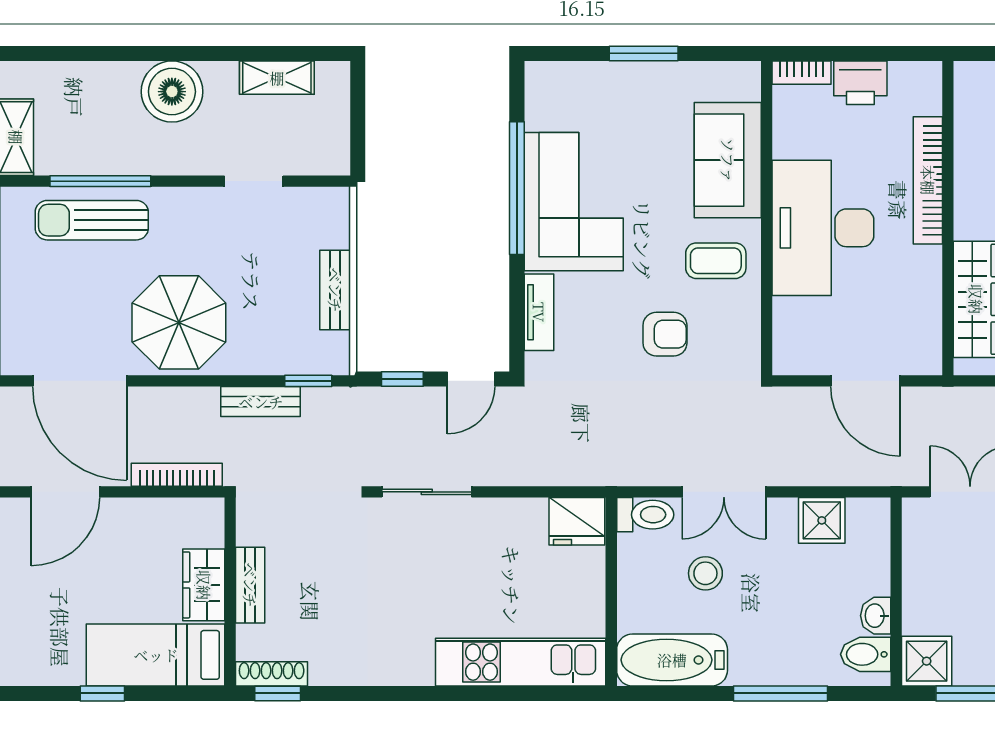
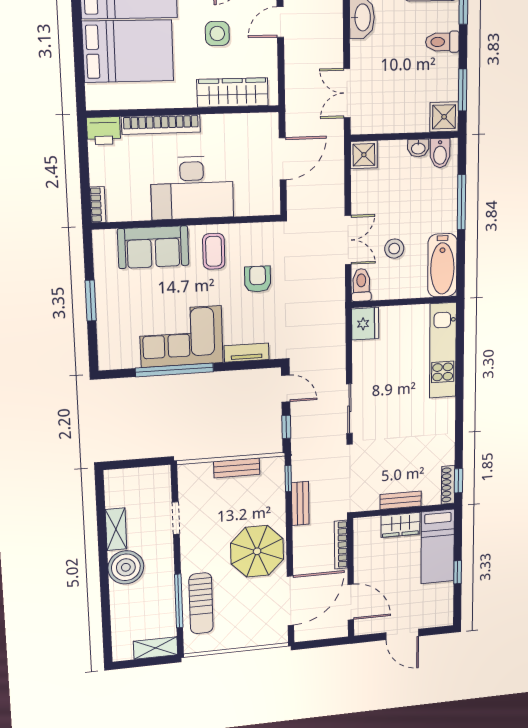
shelving: (277, 78) -> (116, 529), moved
printer: (860, 83) -> (104, 131), moved, turned 90
shower: (822, 520) -> (364, 155), moved

